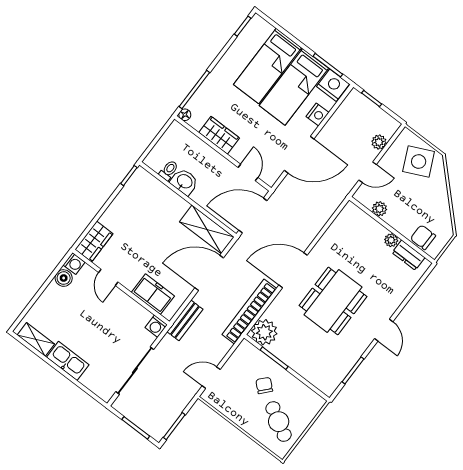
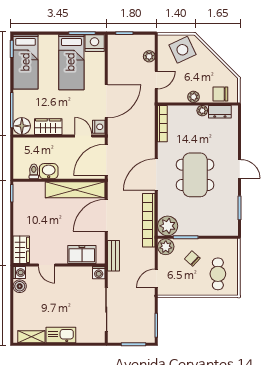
bed: (267, 66) -> (26, 62), moved
floor lamp: (185, 115) -> (22, 126), width x1.89, depth x1.89
nightstand: (318, 115) -> (99, 127), moved
plant: (379, 209) -> (194, 97), moved
bookcase: (340, 222) -> (162, 124), added
shelving: (207, 229) -> (75, 190), width x1.47
plant: (246, 352) -> (166, 247), added
cafe table: (279, 422) -> (218, 274), turned 60

